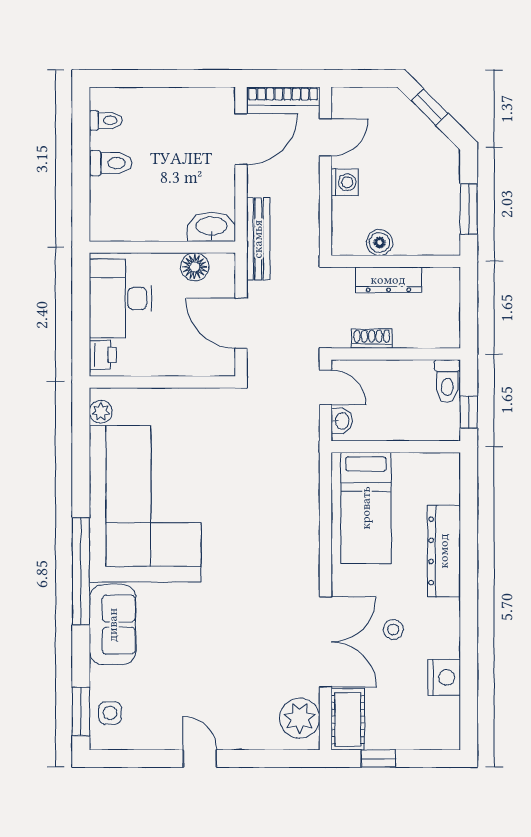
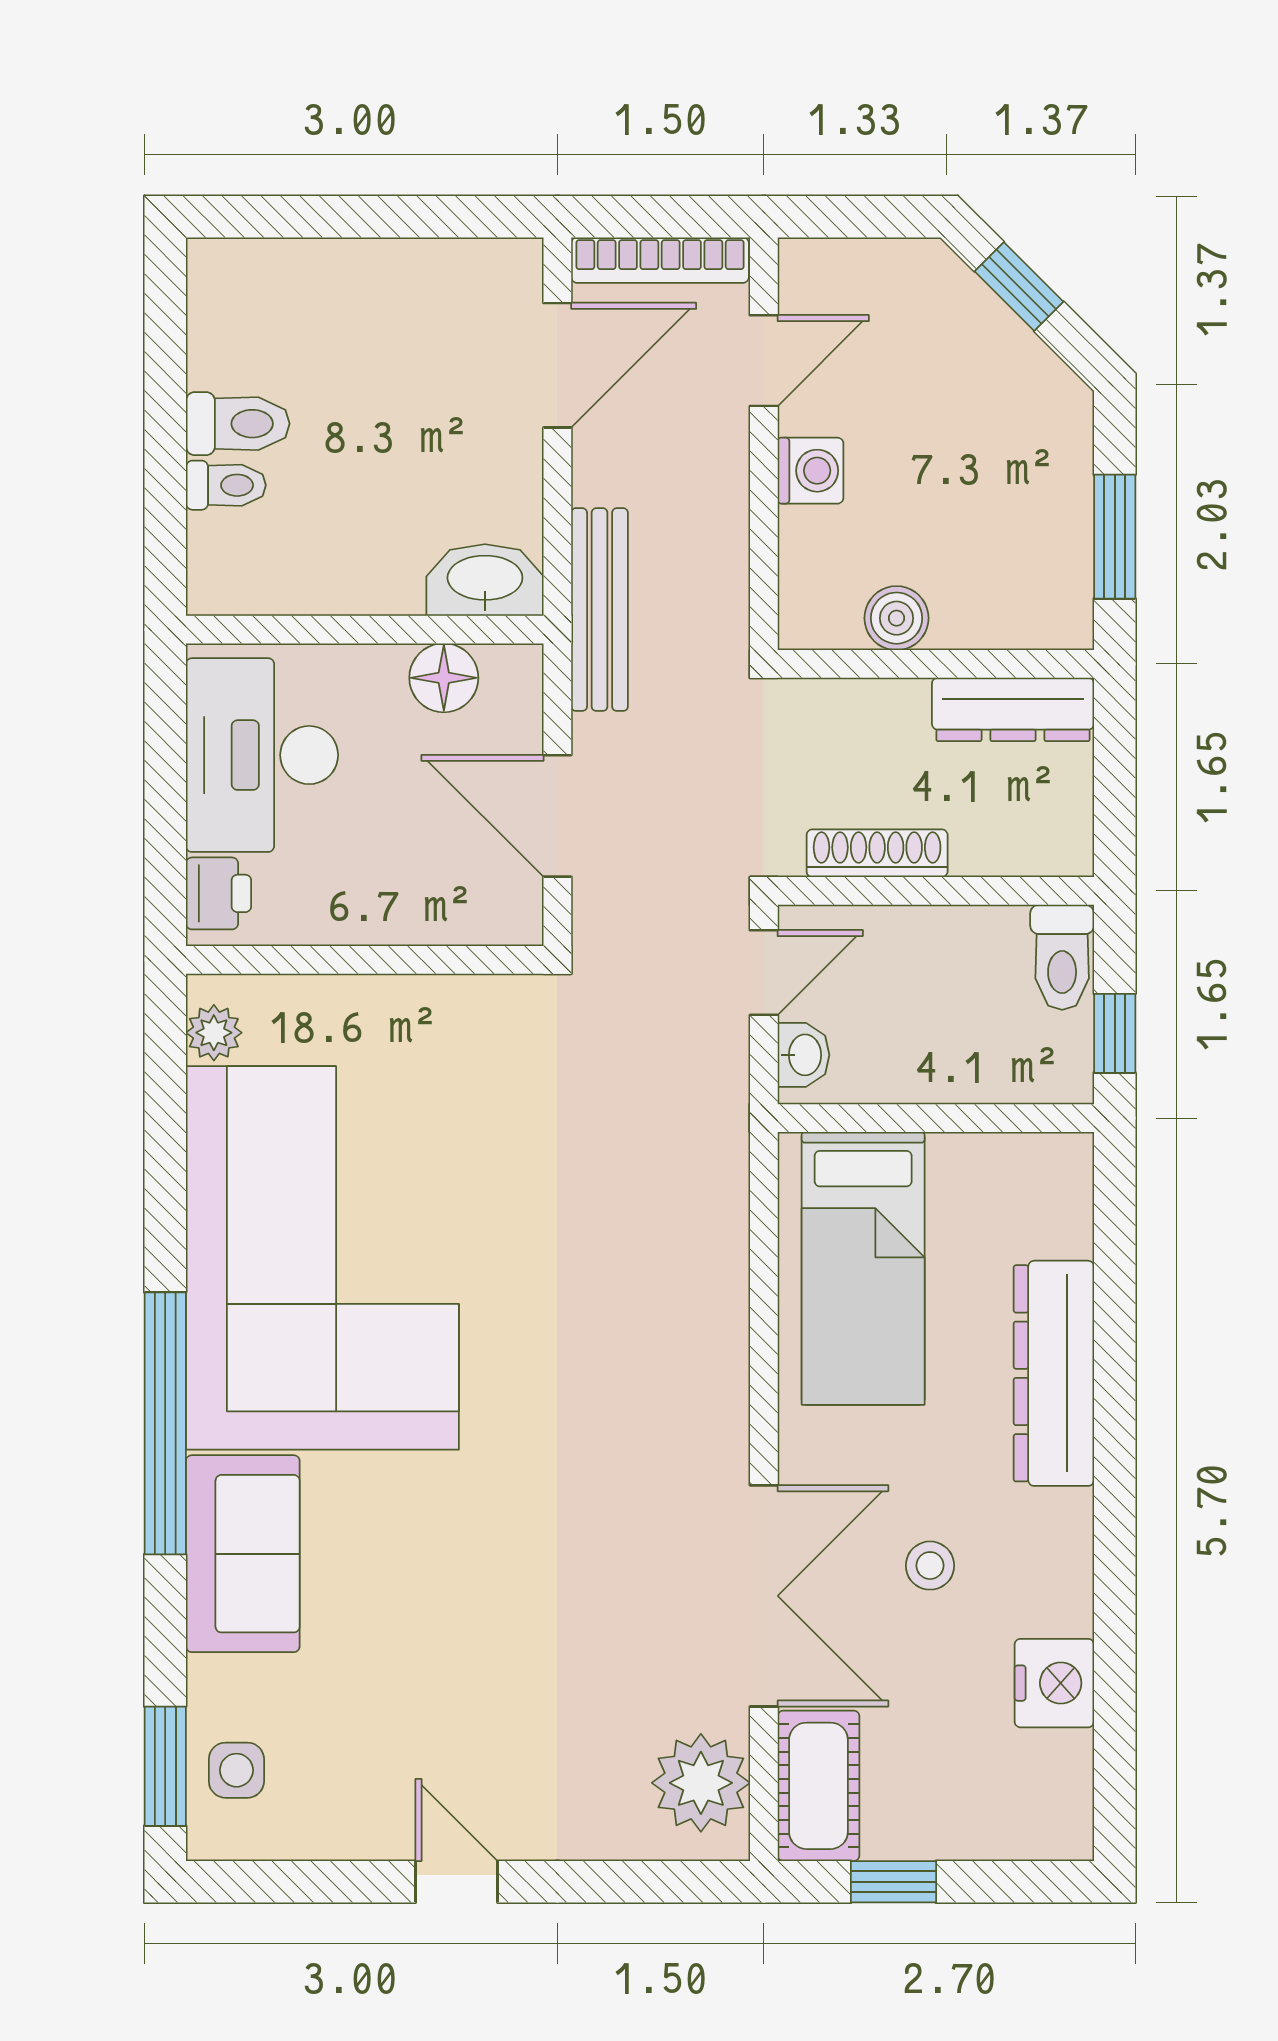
toilet: (106, 120) -> (226, 485), moved
dresser: (388, 280) -> (1013, 709), moved
shoe rack: (372, 338) -> (877, 853), width x1.43
door: (325, 387) -> (764, 973), hinge flipped

